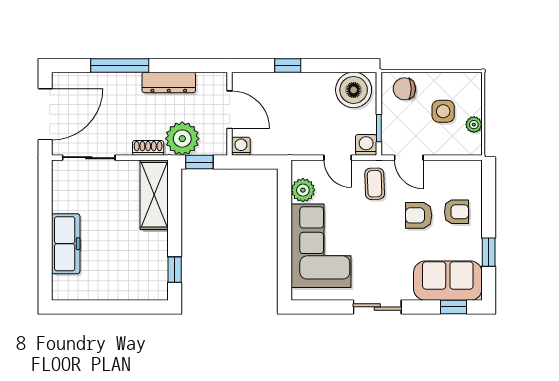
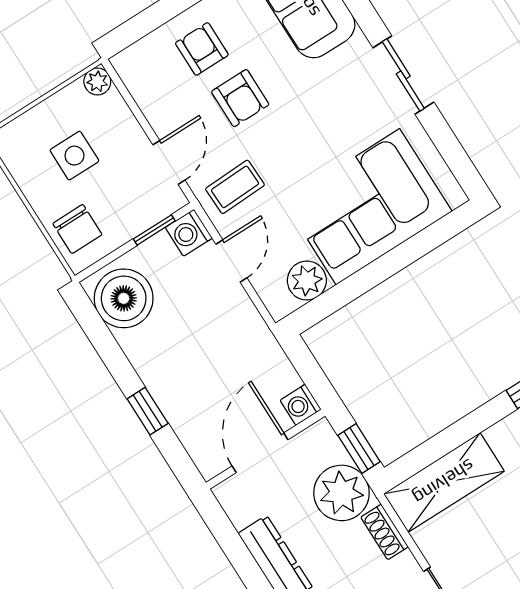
plant: (474, 125) -> (97, 81), moved

